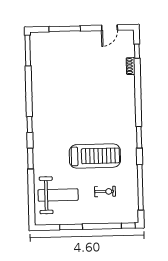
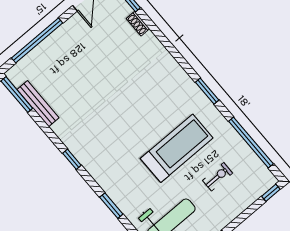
window: (65, 29) -> (37, 40), width x1.46
bench: (36, 66) -> (38, 104), added
window: (30, 125) -> (72, 159), moved

